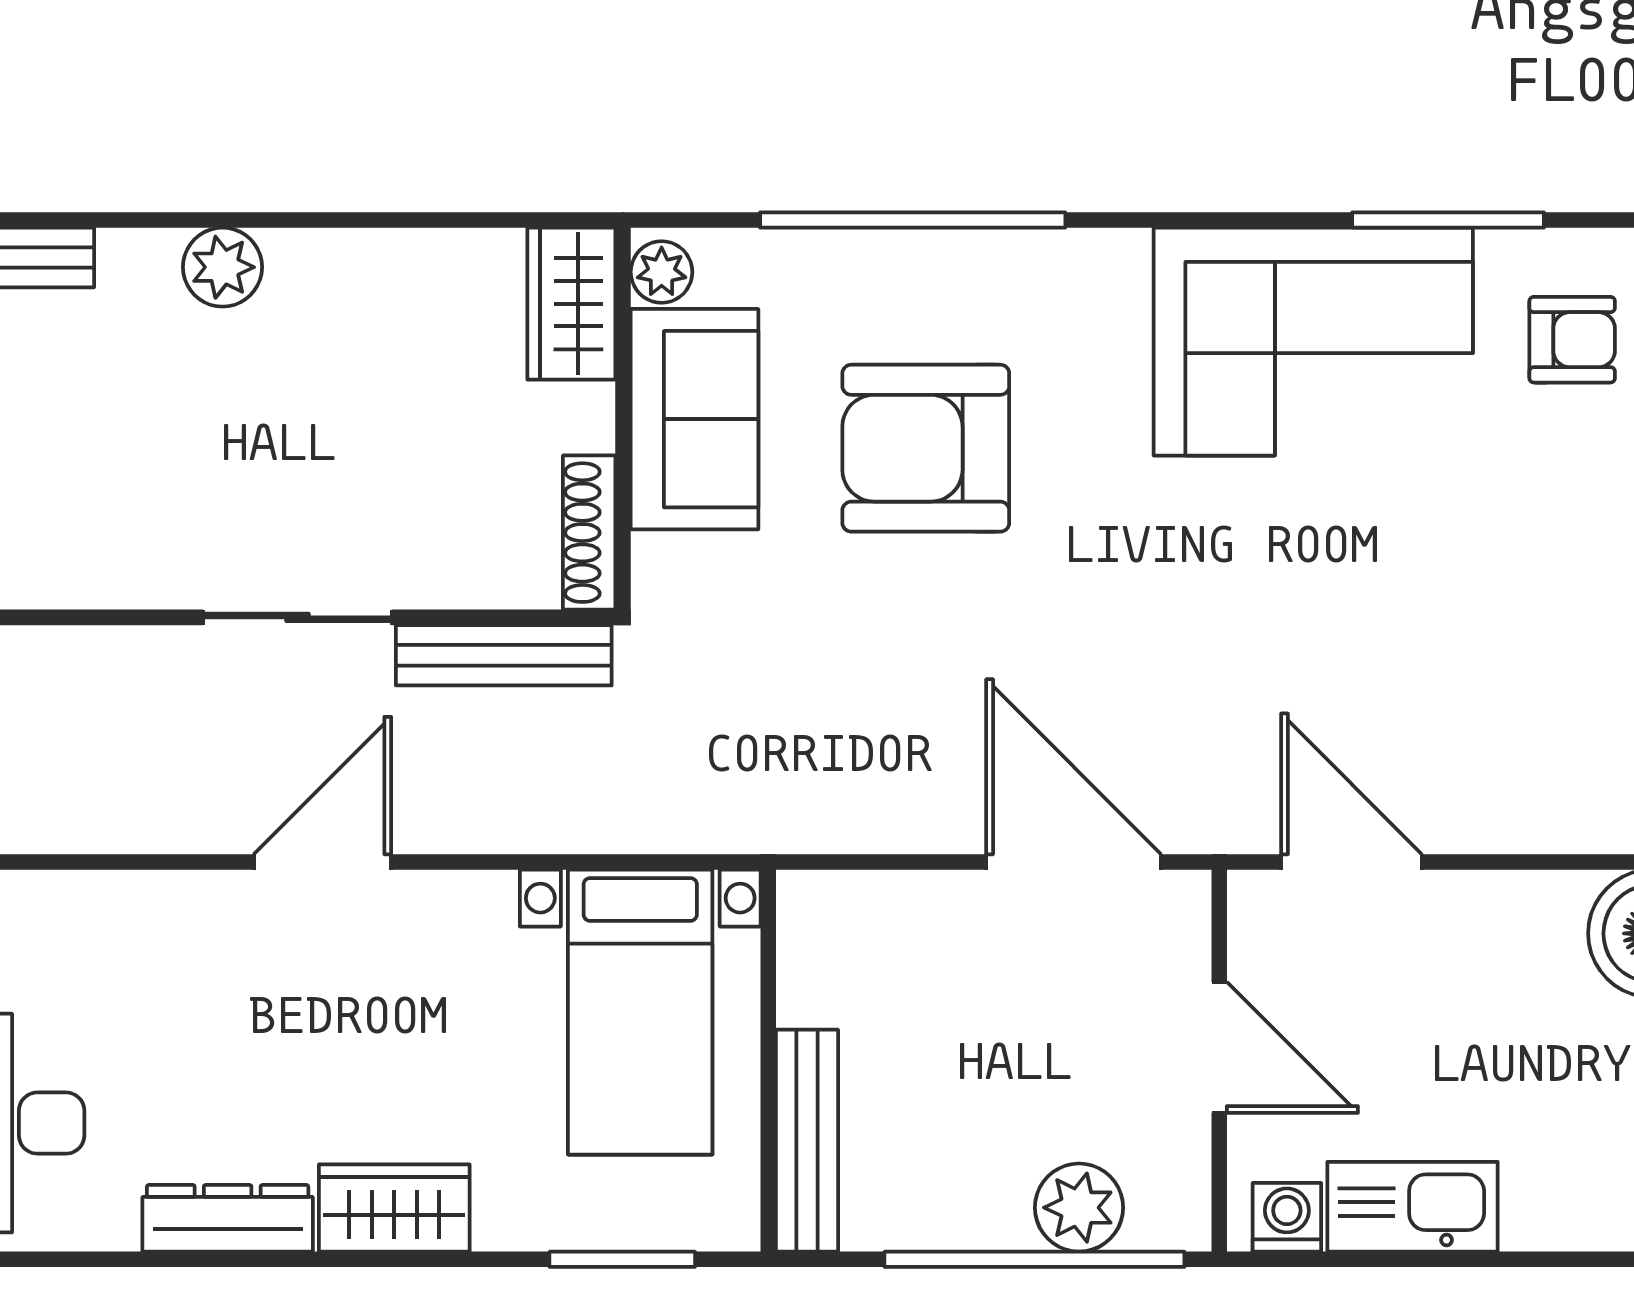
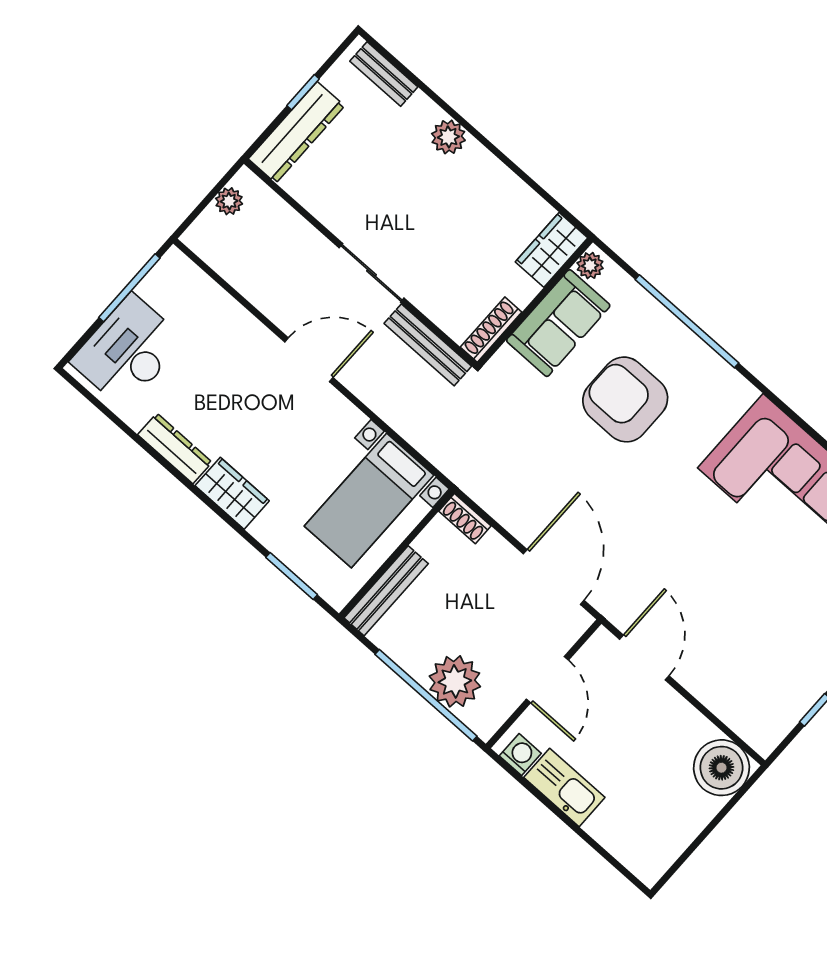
shoe rack: (832, 897) -> (465, 519), added
plant: (1079, 1208) -> (455, 681), width x1.36, depth x1.36

